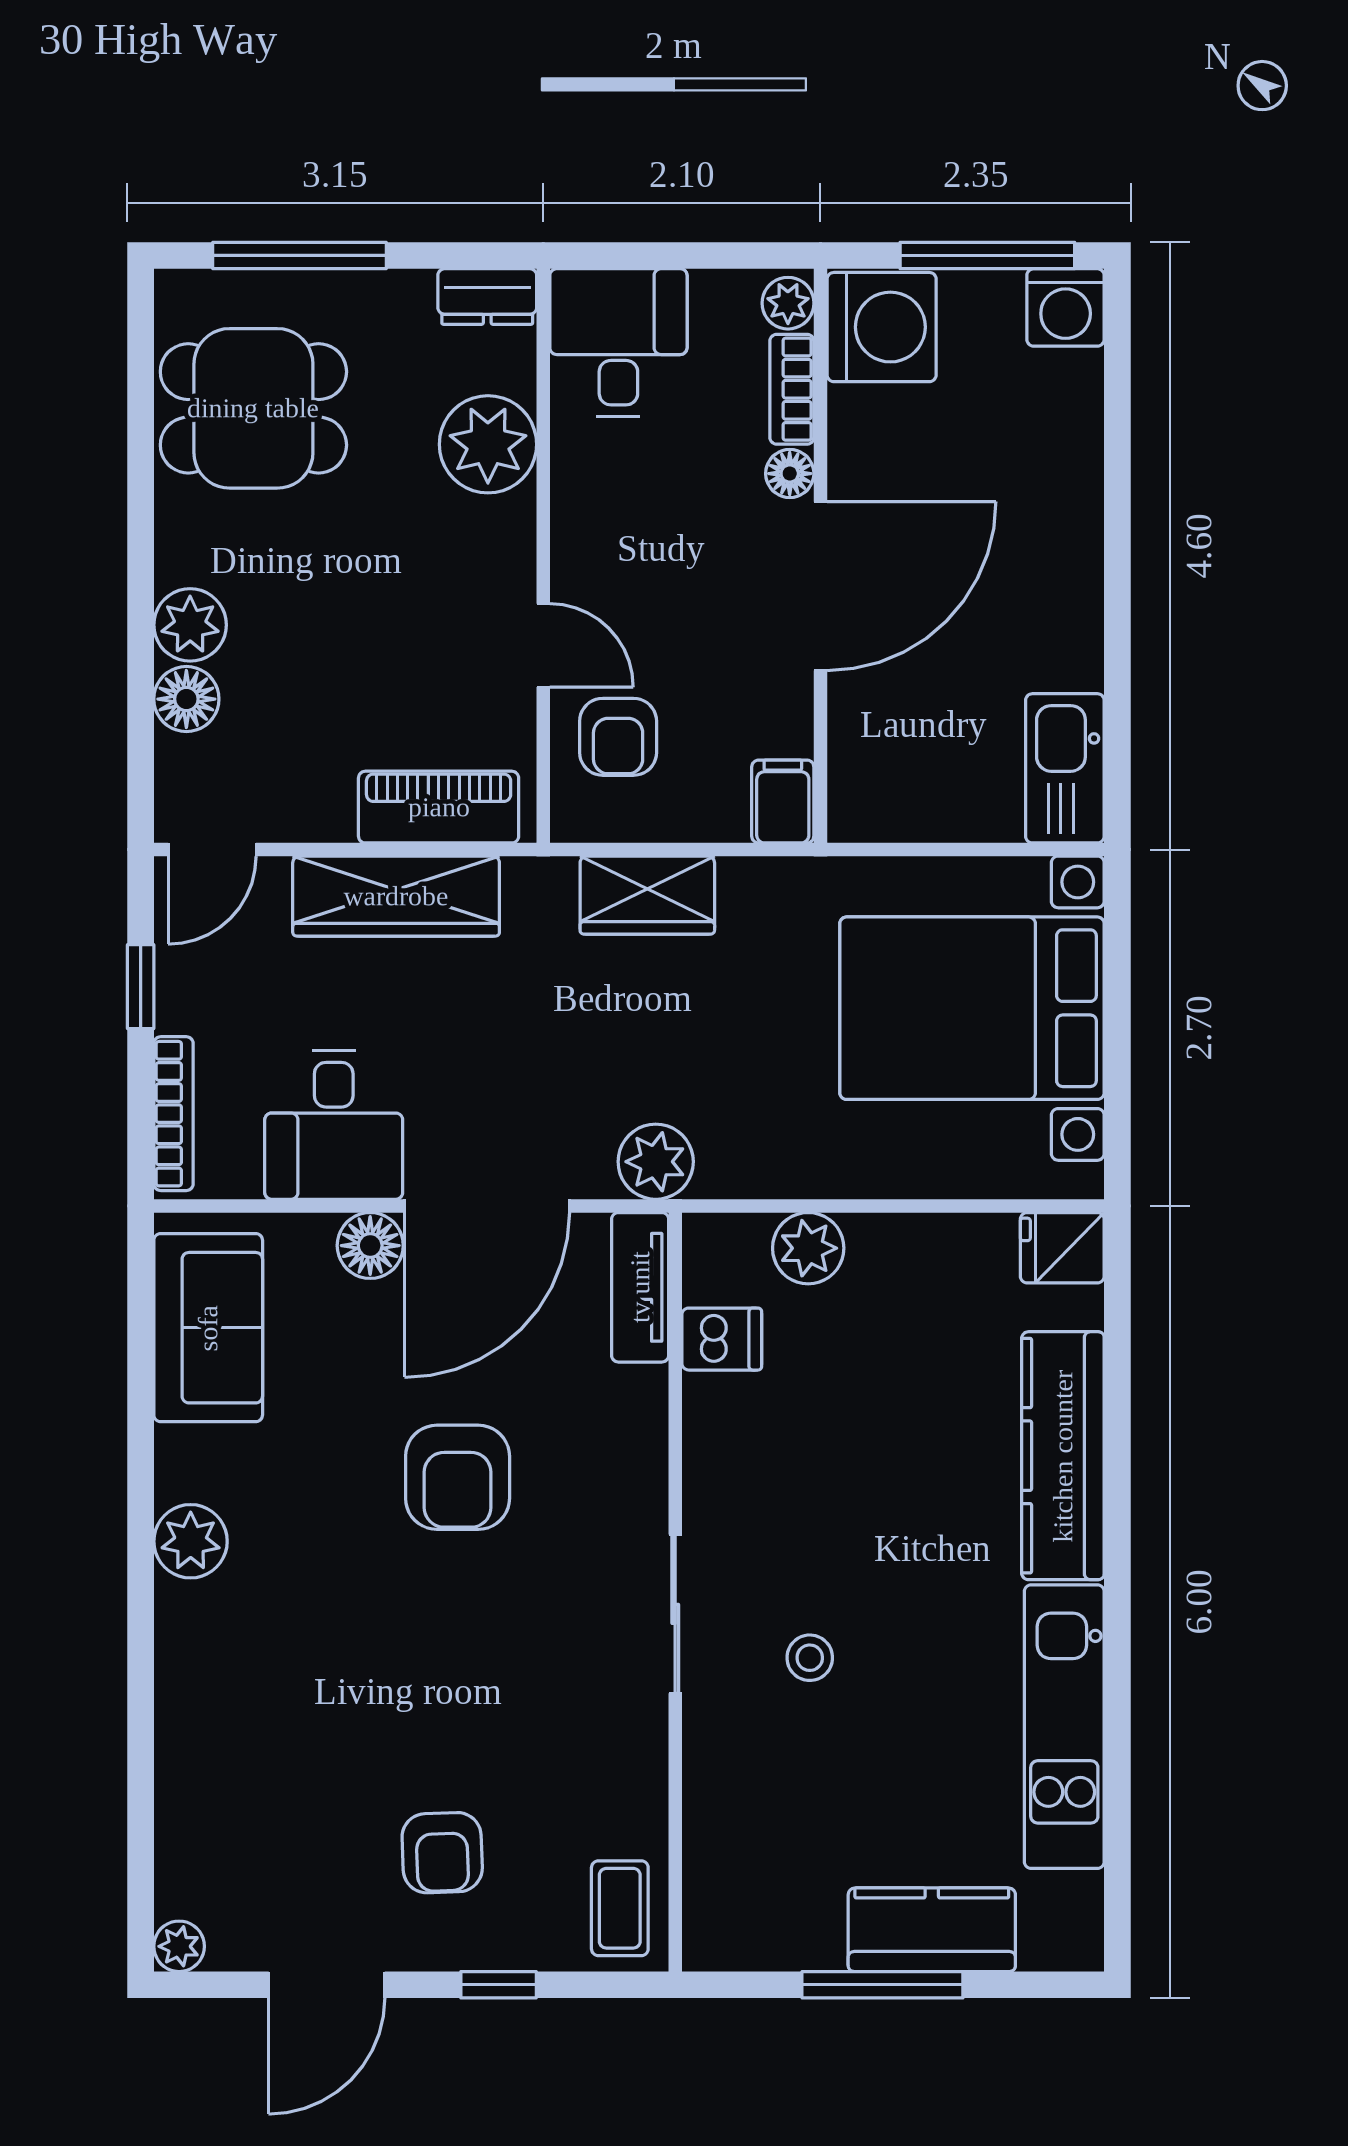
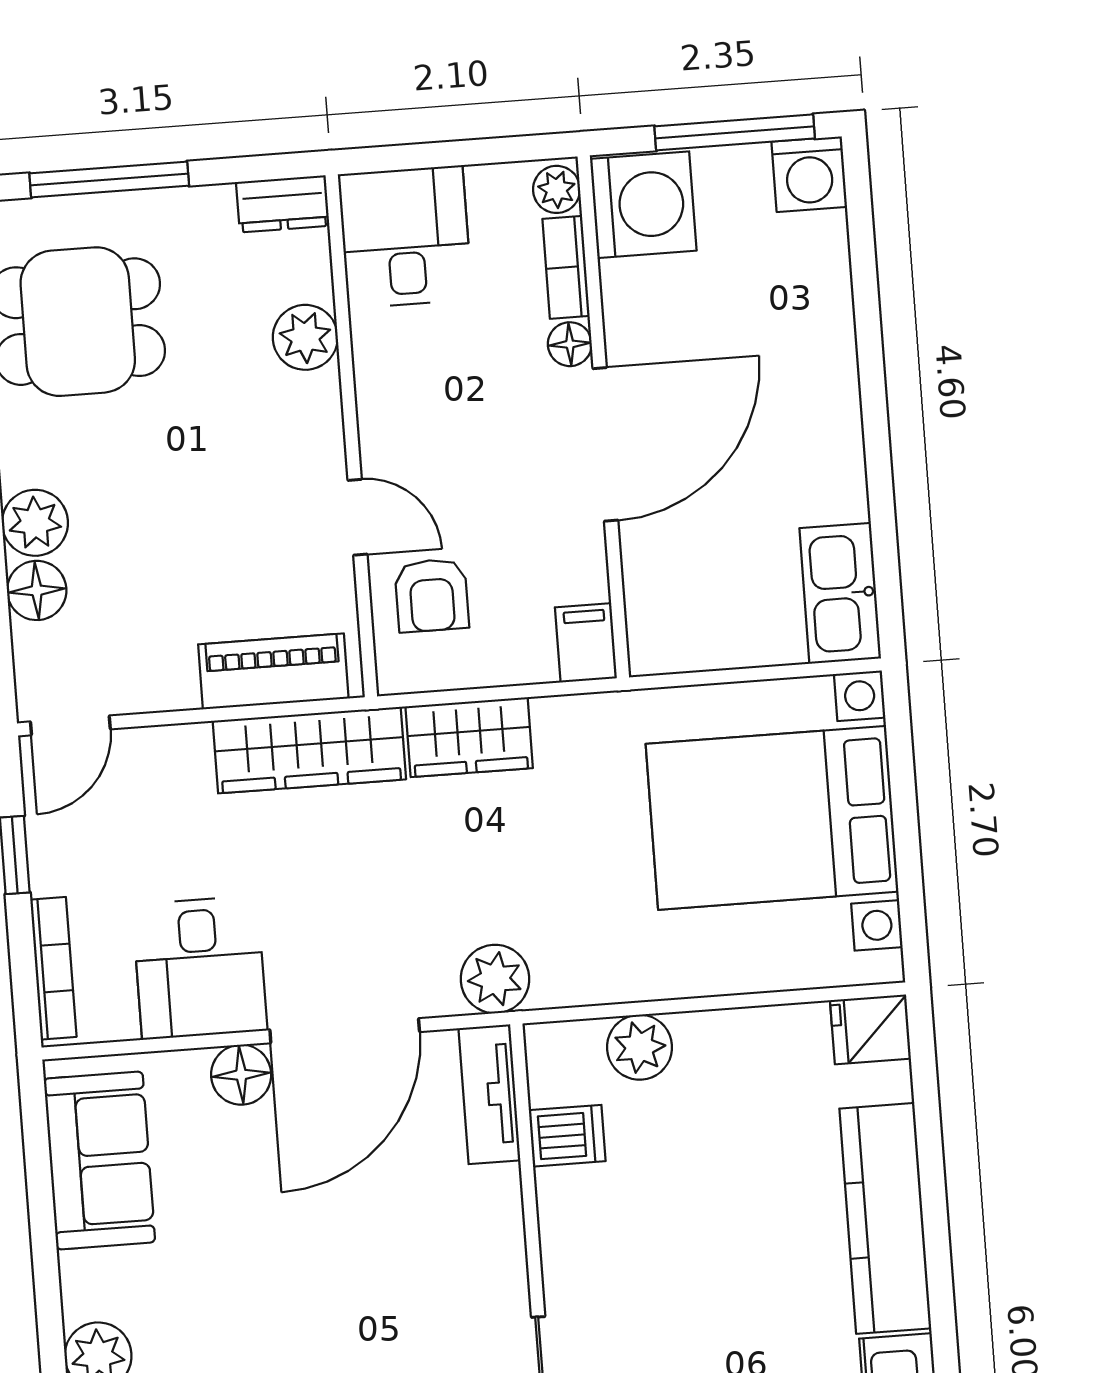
plant: (488, 444) -> (305, 337), width x0.73, depth x0.73
wardrobe: (396, 896) -> (309, 750), moved
armchair: (458, 1477) -> (336, 1279), removed

